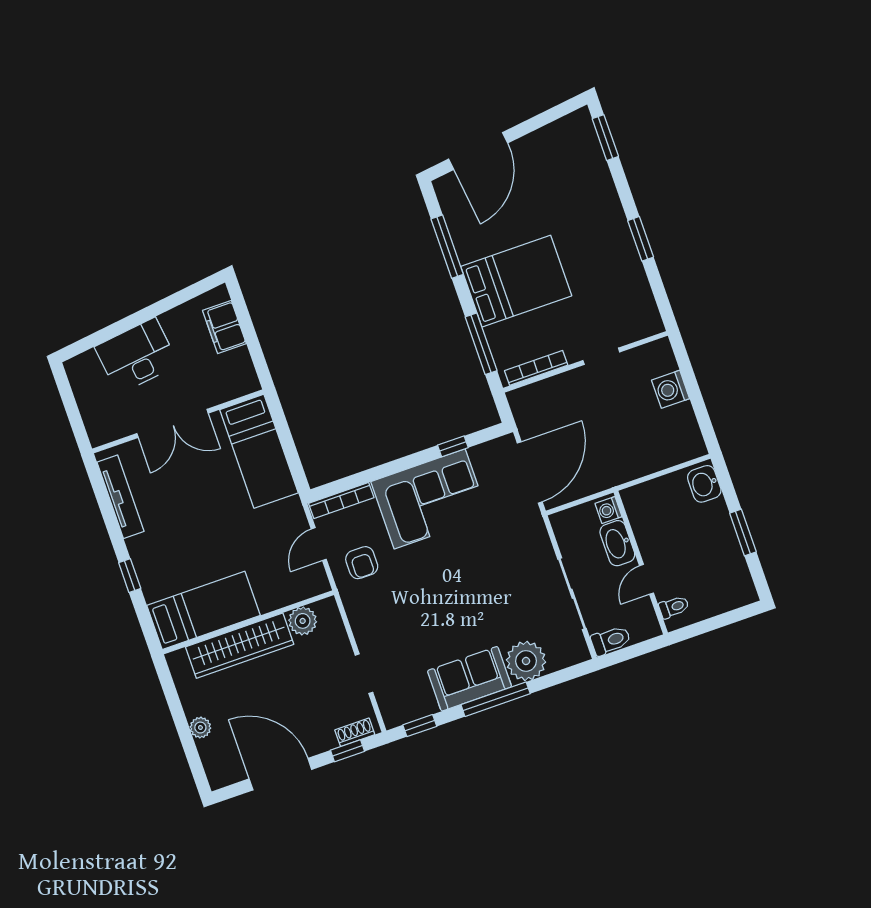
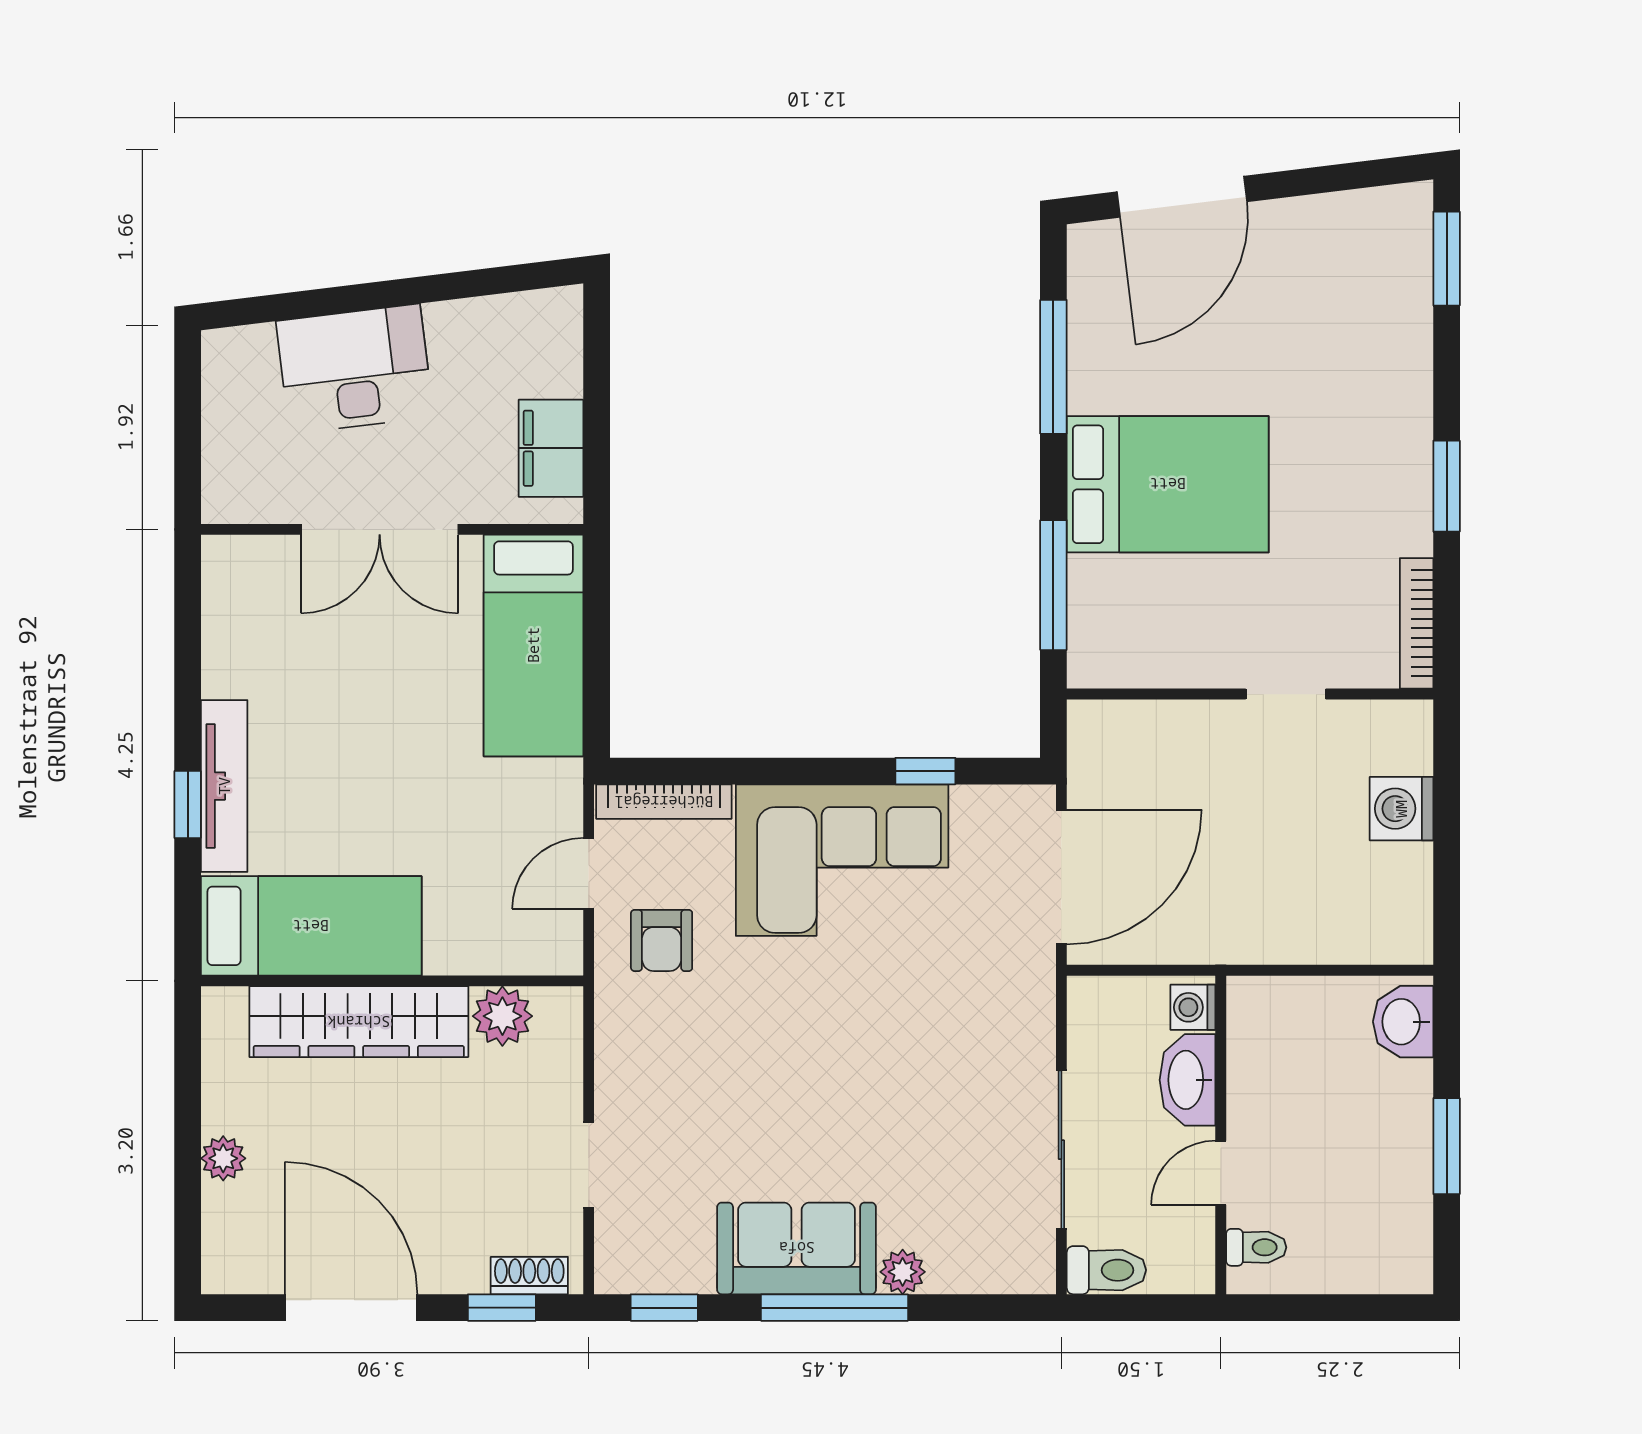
filing cabinet: (224, 327) -> (551, 448), moved
bookcase: (536, 368) -> (1417, 623), moved, turned -90
tv unit: (120, 497) -> (224, 786), moved
plant: (526, 661) -> (903, 1272), width x0.53, depth x0.53

